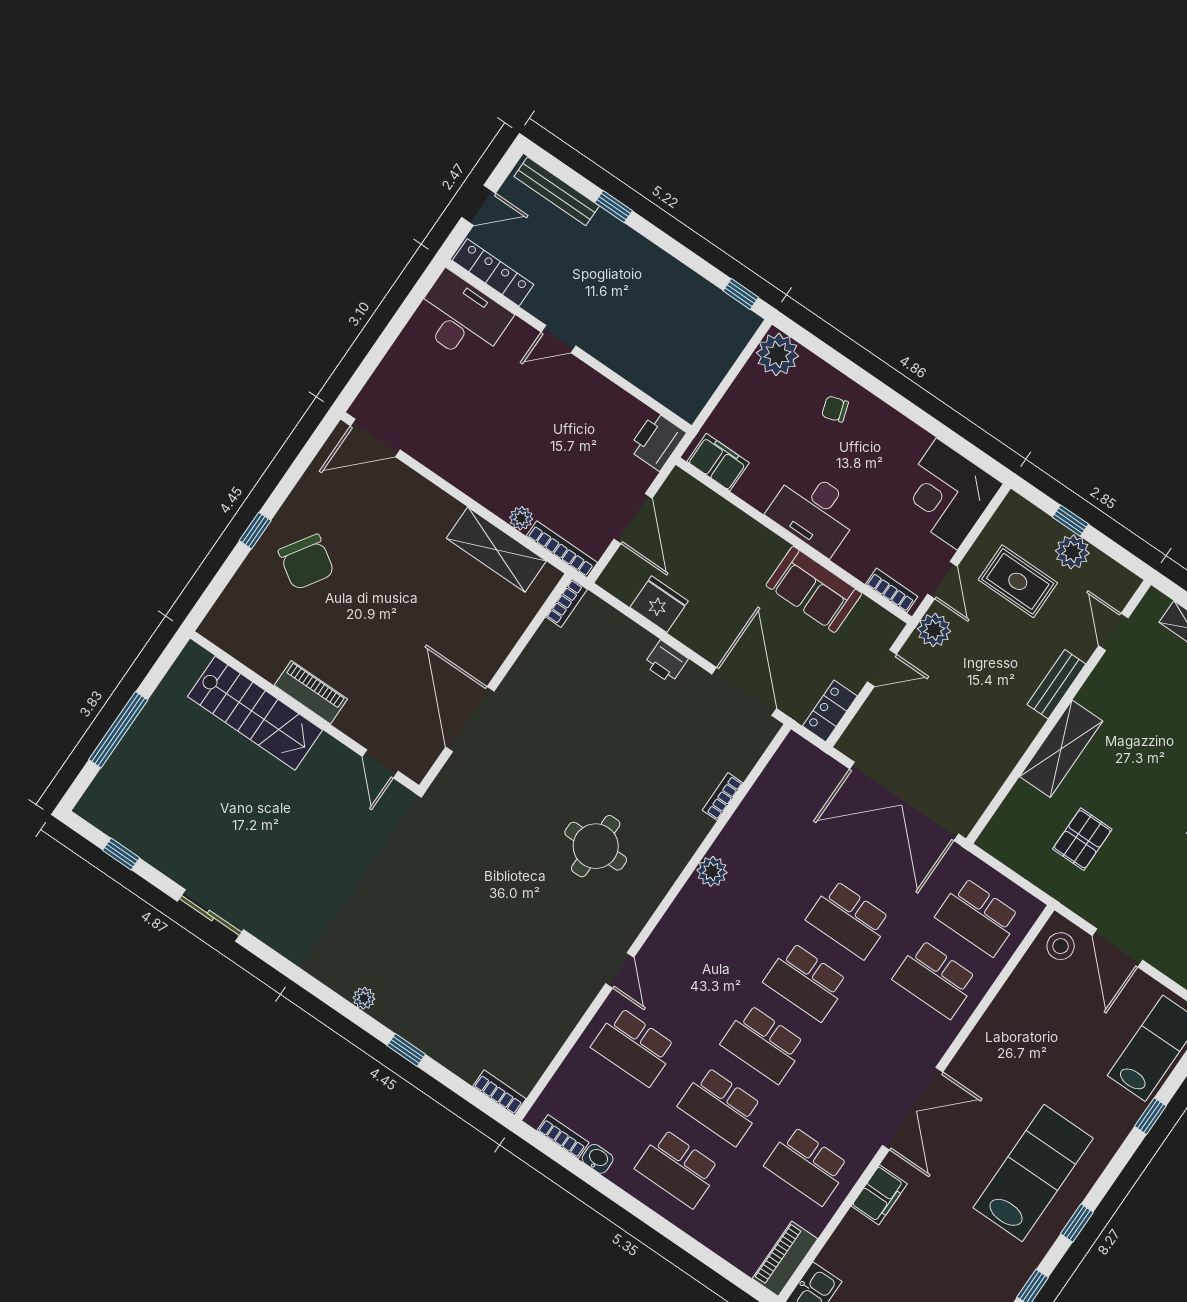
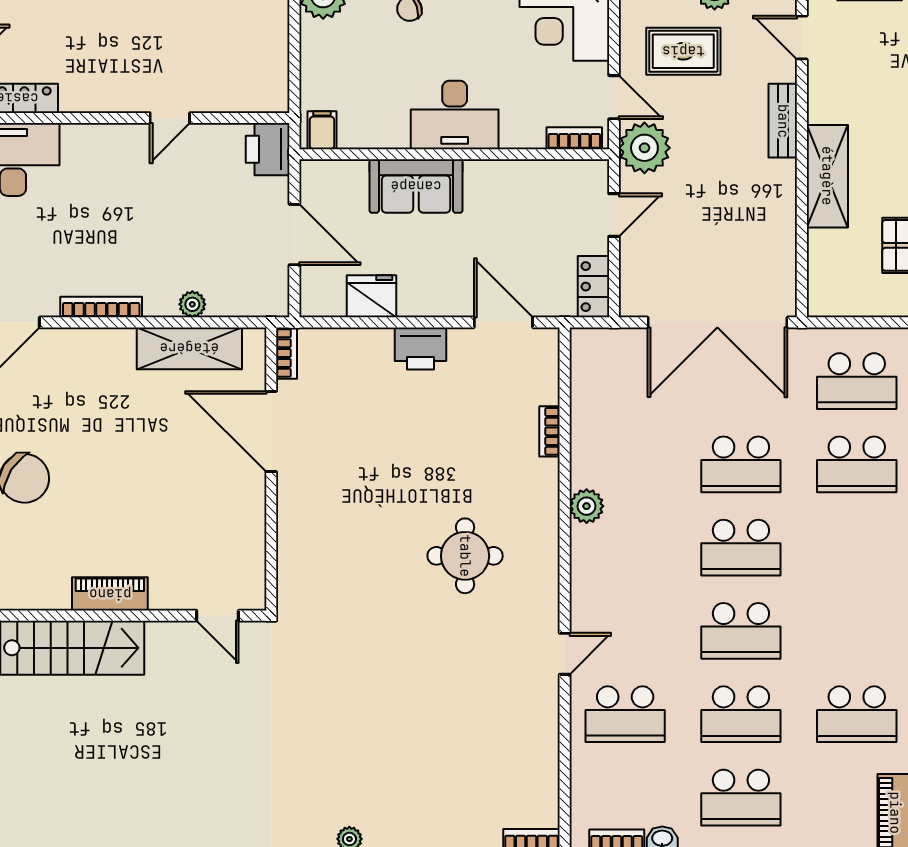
door: (558, 339) -> (170, 118), moved
filing cabinet: (718, 462) -> (322, 130), width x0.50
bookcase: (562, 549) -> (101, 307), moved
sofa: (814, 589) -> (416, 186), moved
plant: (934, 630) -> (644, 148), width x1.36, depth x1.36
printer: (666, 662) -> (421, 348), width x1.36, depth x1.24
door: (744, 691) -> (503, 322), width x0.73
door: (470, 719) -> (271, 431), moved
door: (620, 970) -> (565, 654), hinge flipped

